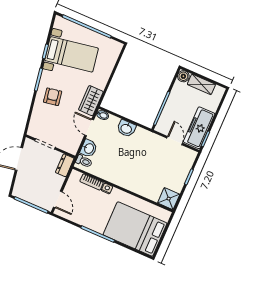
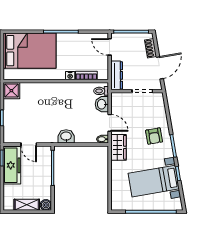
washbasin: (126, 129) -> (66, 136), moved
dresser: (65, 165) -> (117, 75), width x1.44
shoe rack: (20, 181) -> (151, 48), added

